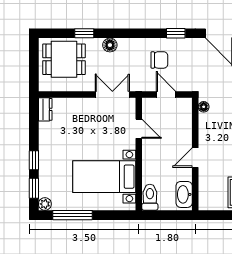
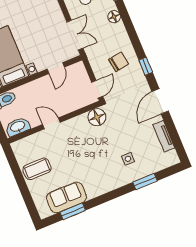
chair: (159, 60) -> (118, 62), turned -99
door: (166, 94) -> (97, 89), moved
floor lamp: (204, 107) -> (97, 117), width x1.89, depth x1.89

